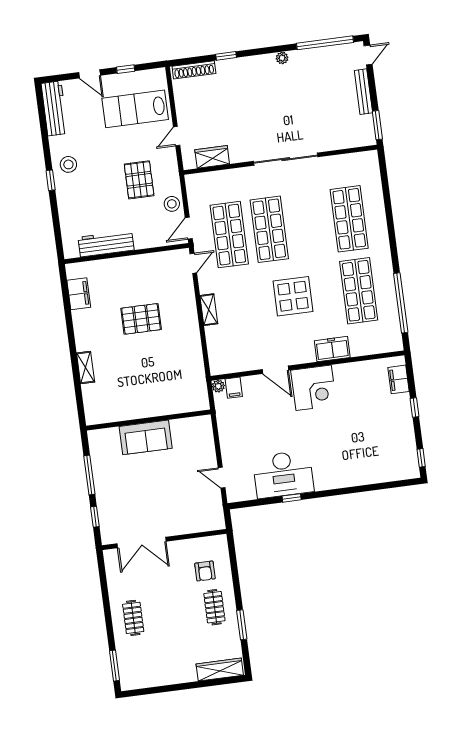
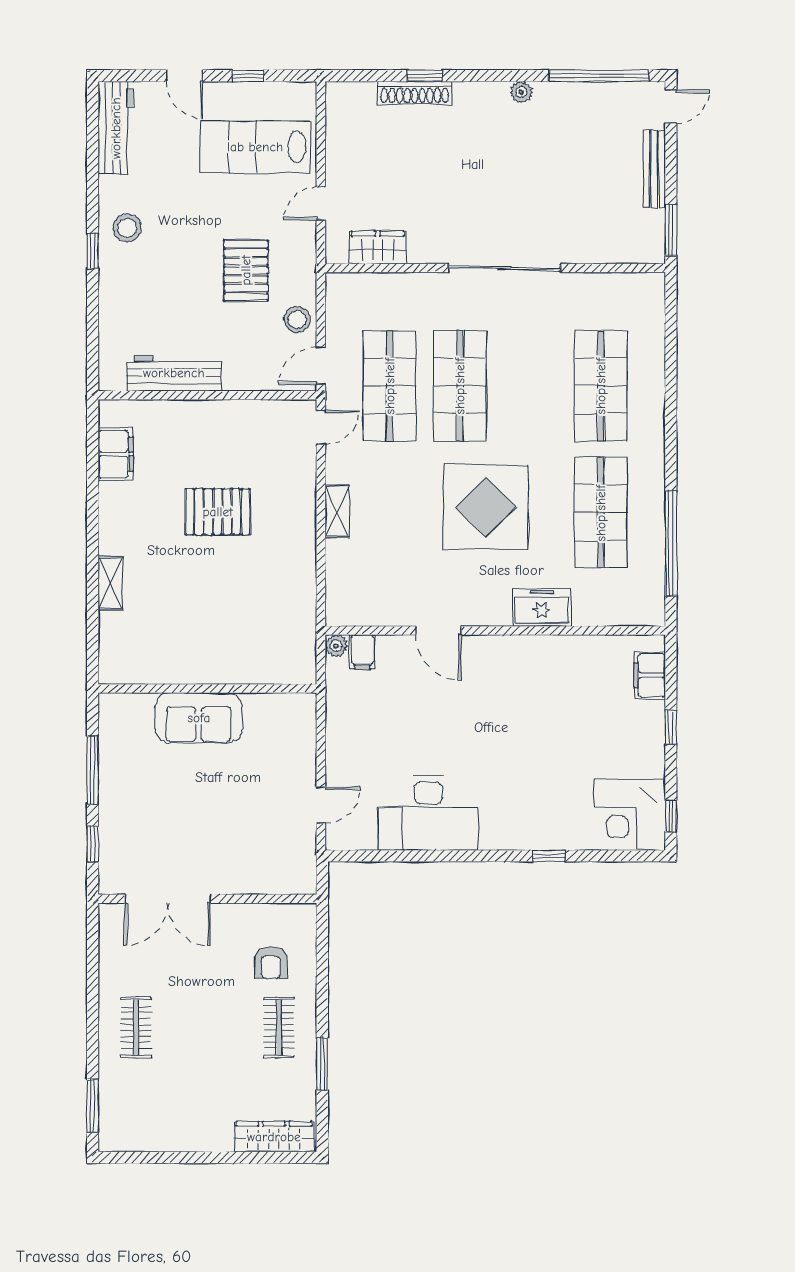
shoe rack: (194, 70) -> (415, 93), moved
display table: (293, 296) -> (486, 507), width x1.36, depth x1.36
corner desk: (314, 388) -> (630, 815), moved, turned 90
door: (222, 478) -> (321, 805), swing flipped
window: (292, 498) -> (549, 856), moved

